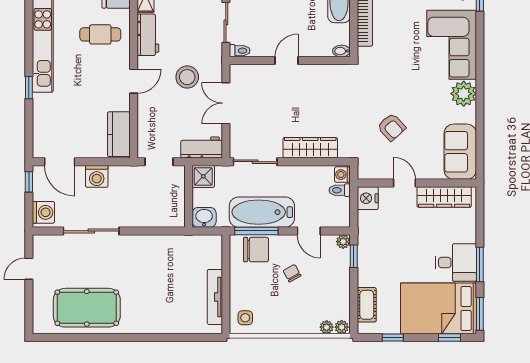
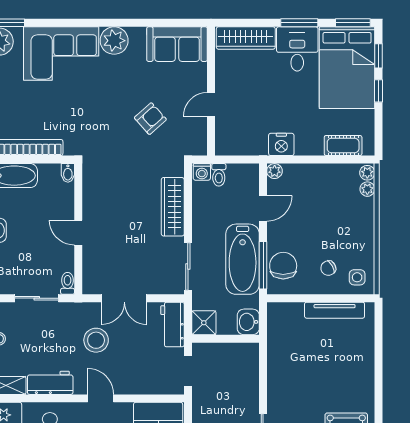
wardrobe: (444, 197) -> (246, 38), moved, turned 90
nightstand: (368, 198) -> (281, 144), moved
window: (354, 256) -> (290, 160), removed
chair: (292, 273) -> (328, 268), moved
window: (393, 338) -> (379, 91), moved

